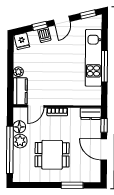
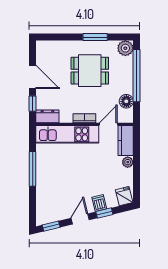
kitchen unit: (93, 58) -> (67, 134), moved, turned 90
plant: (20, 141) -> (125, 48), moved
window: (72, 185) -> (95, 37), moved

